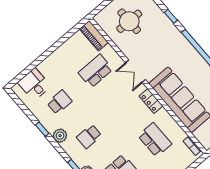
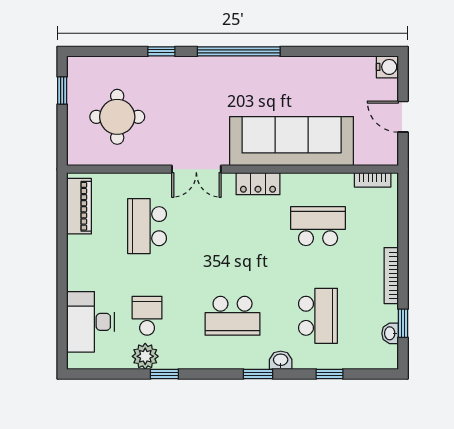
piano: (94, 36) -> (79, 206), moved, turned -90
desk: (34, 84) -> (90, 322), width x1.37
plant: (60, 136) -> (145, 356), moved
school desk: (89, 136) -> (233, 316), width x1.85

